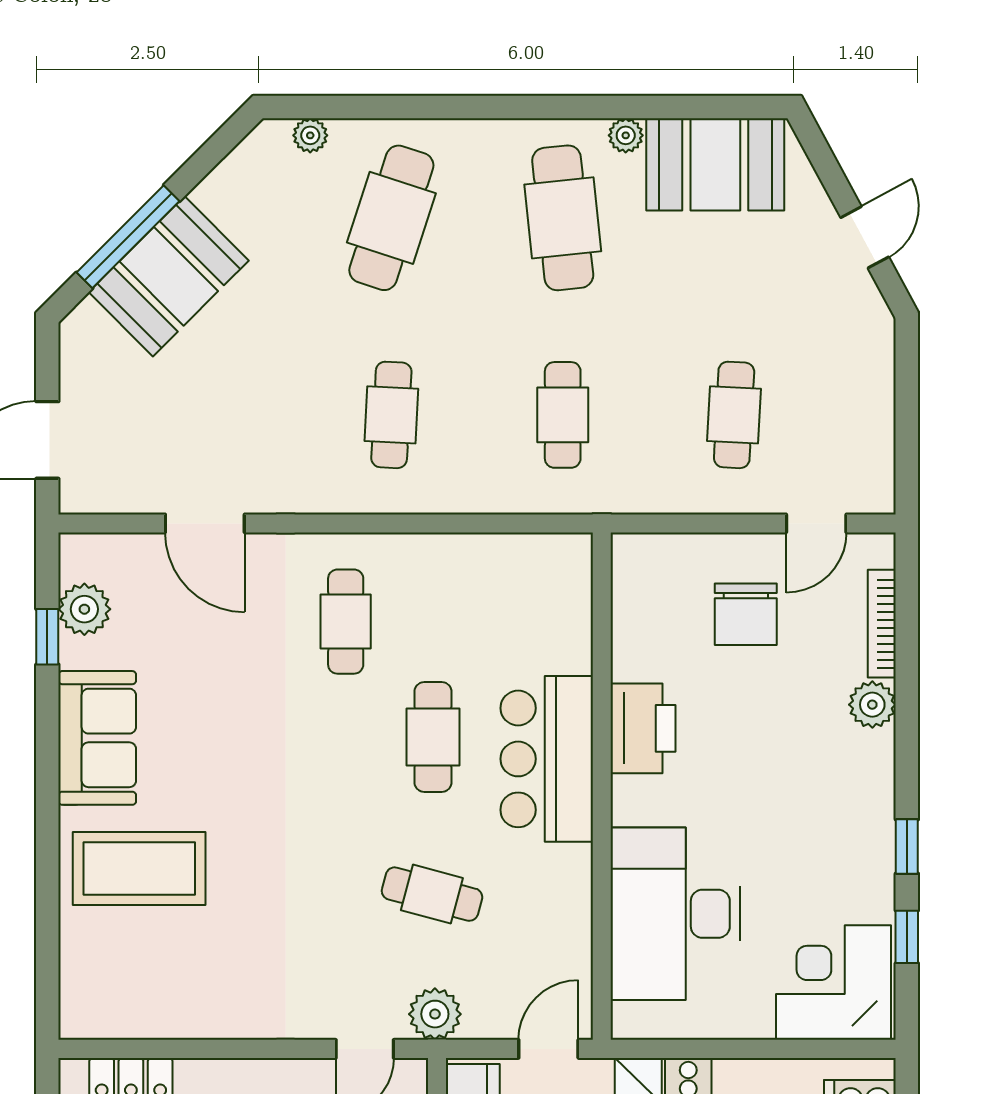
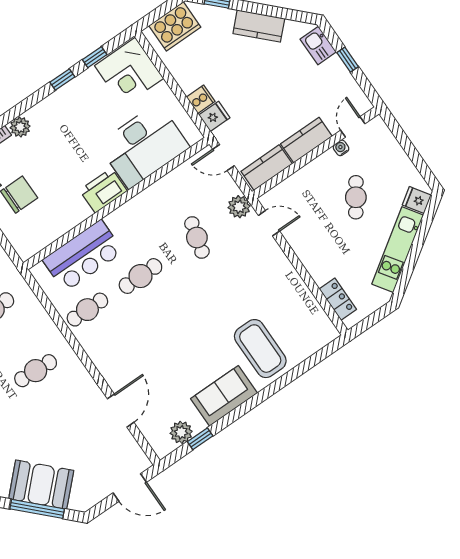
cafe table: (346, 622) -> (87, 310), moved
printer: (643, 728) -> (103, 191), moved
bar counter: (547, 759) -> (83, 256), moved

